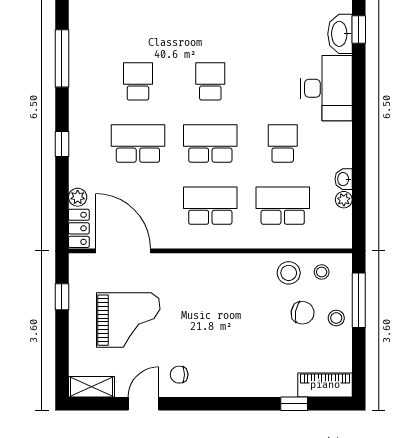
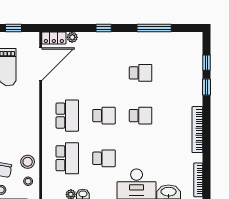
school desk: (138, 143) -> (104, 73), removed
school desk: (210, 143) -> (104, 116), width x0.54

